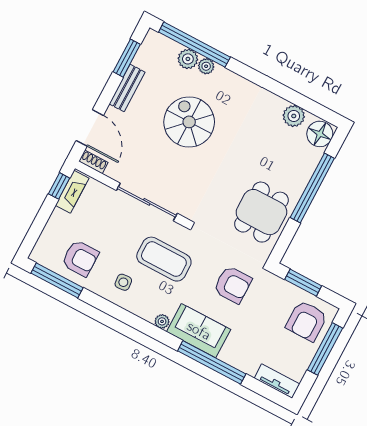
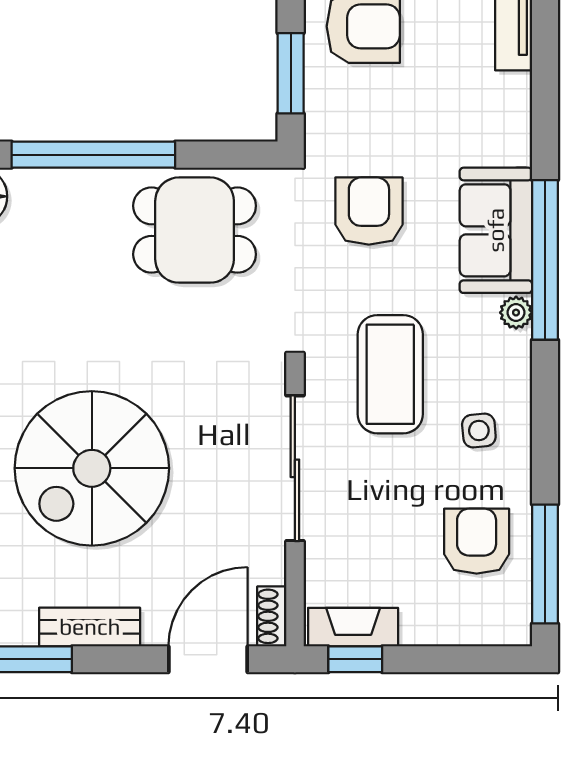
spiral stairs: (189, 122) -> (92, 468), width x1.37, depth x1.37
window: (212, 362) -> (545, 260), moved

